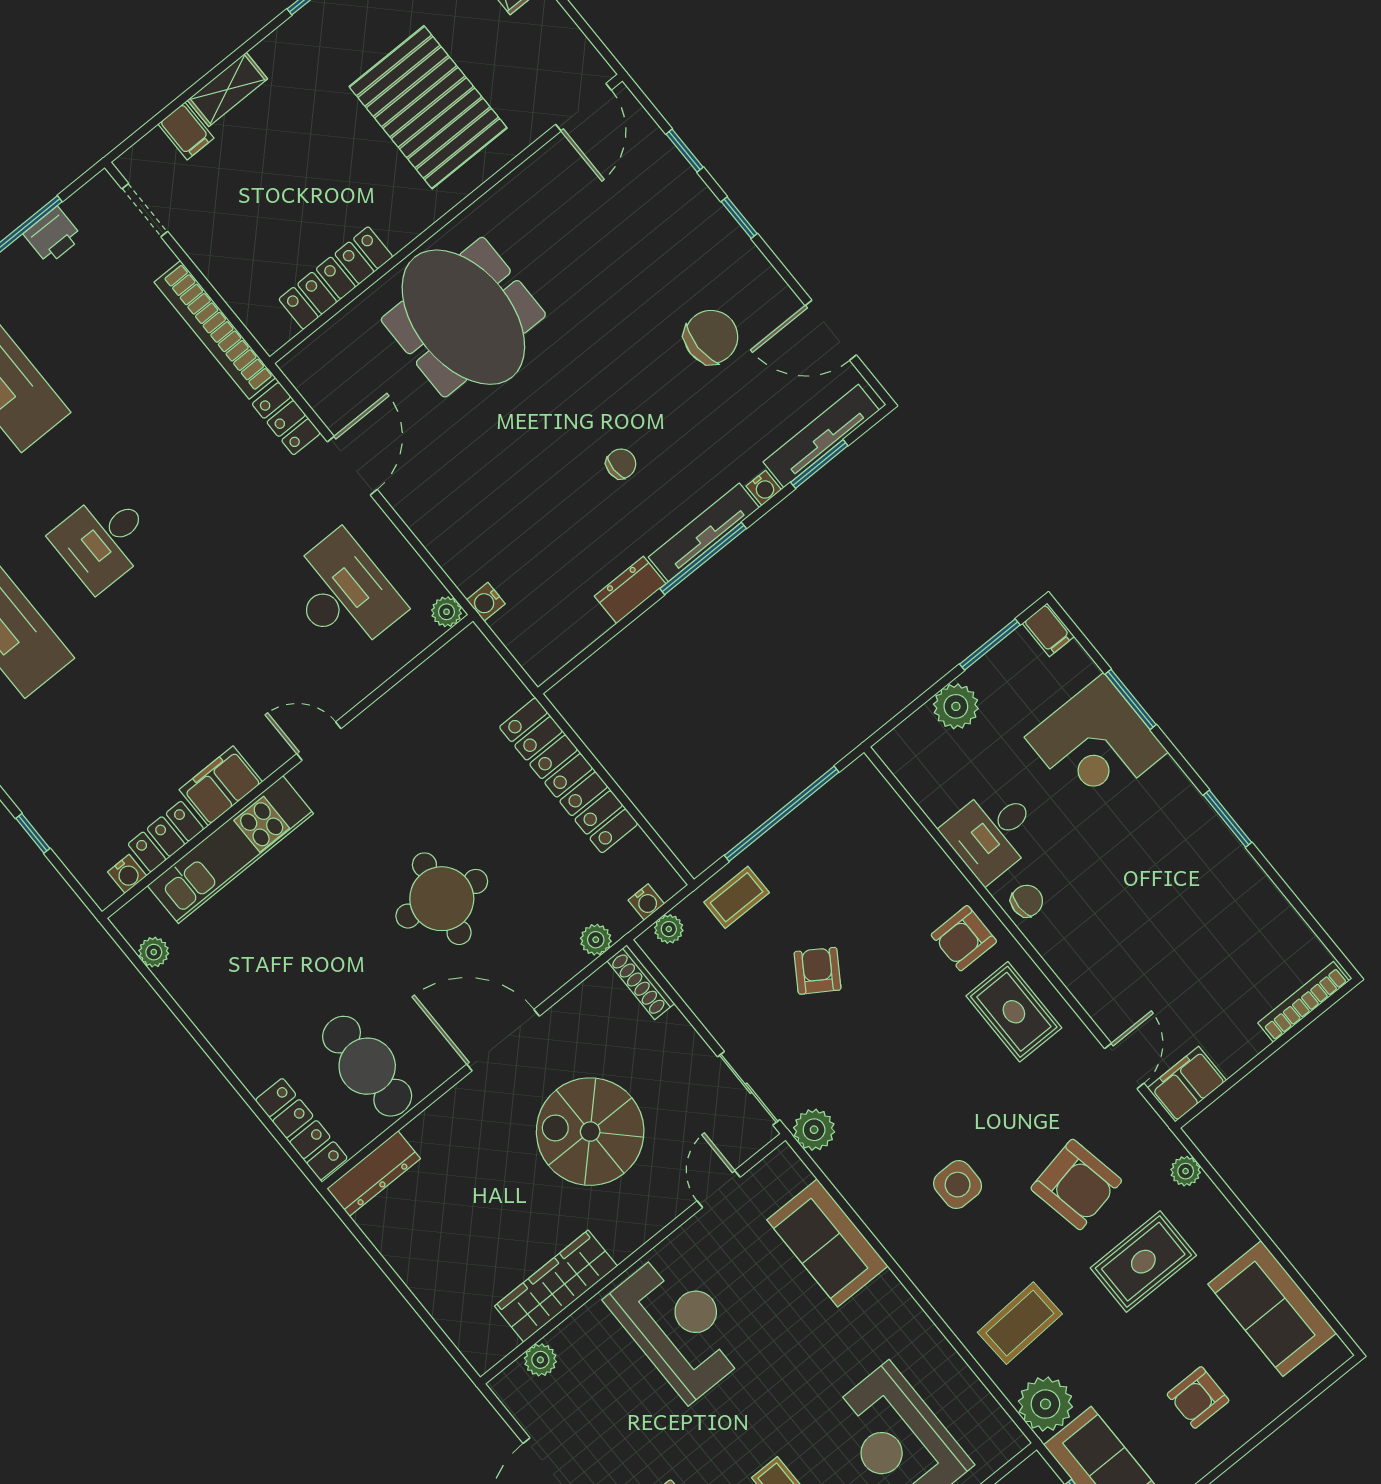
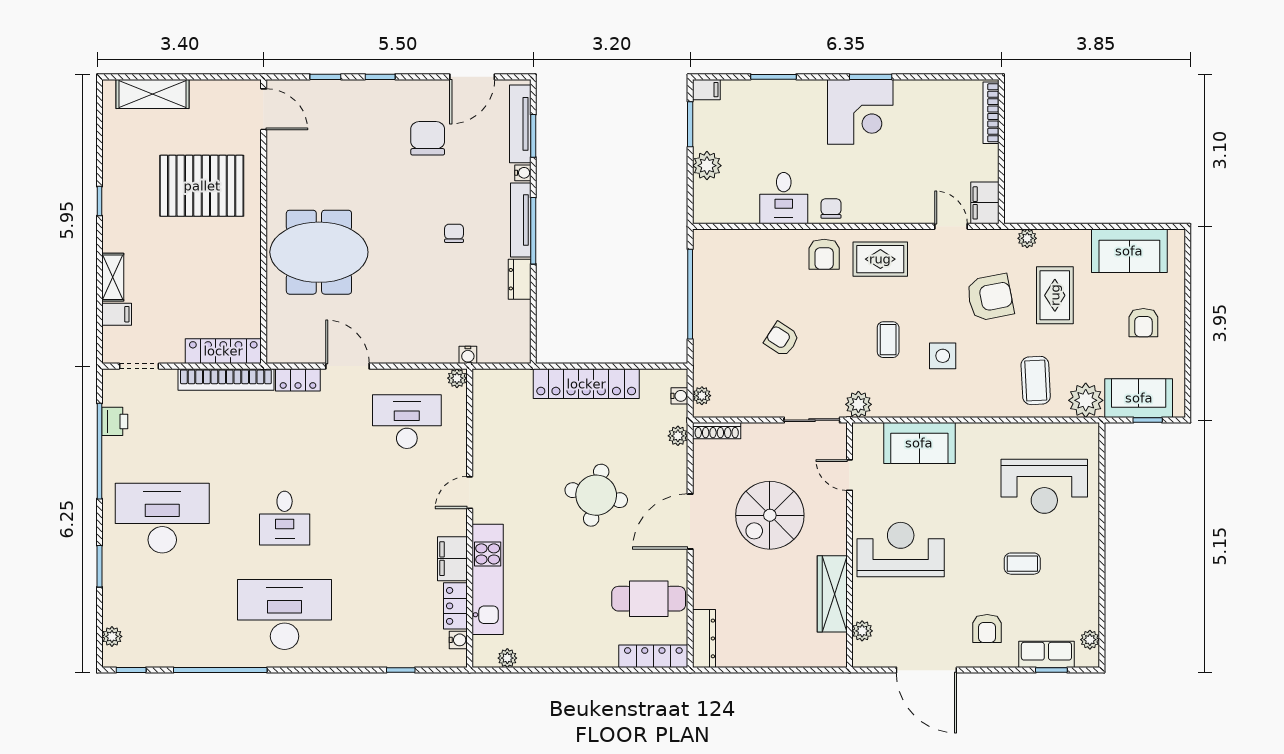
locker: (336, 278) -> (223, 351), moved, turned 90
corner desk: (1096, 745) -> (860, 112), moved
coffee table: (737, 897) -> (888, 340), moved

